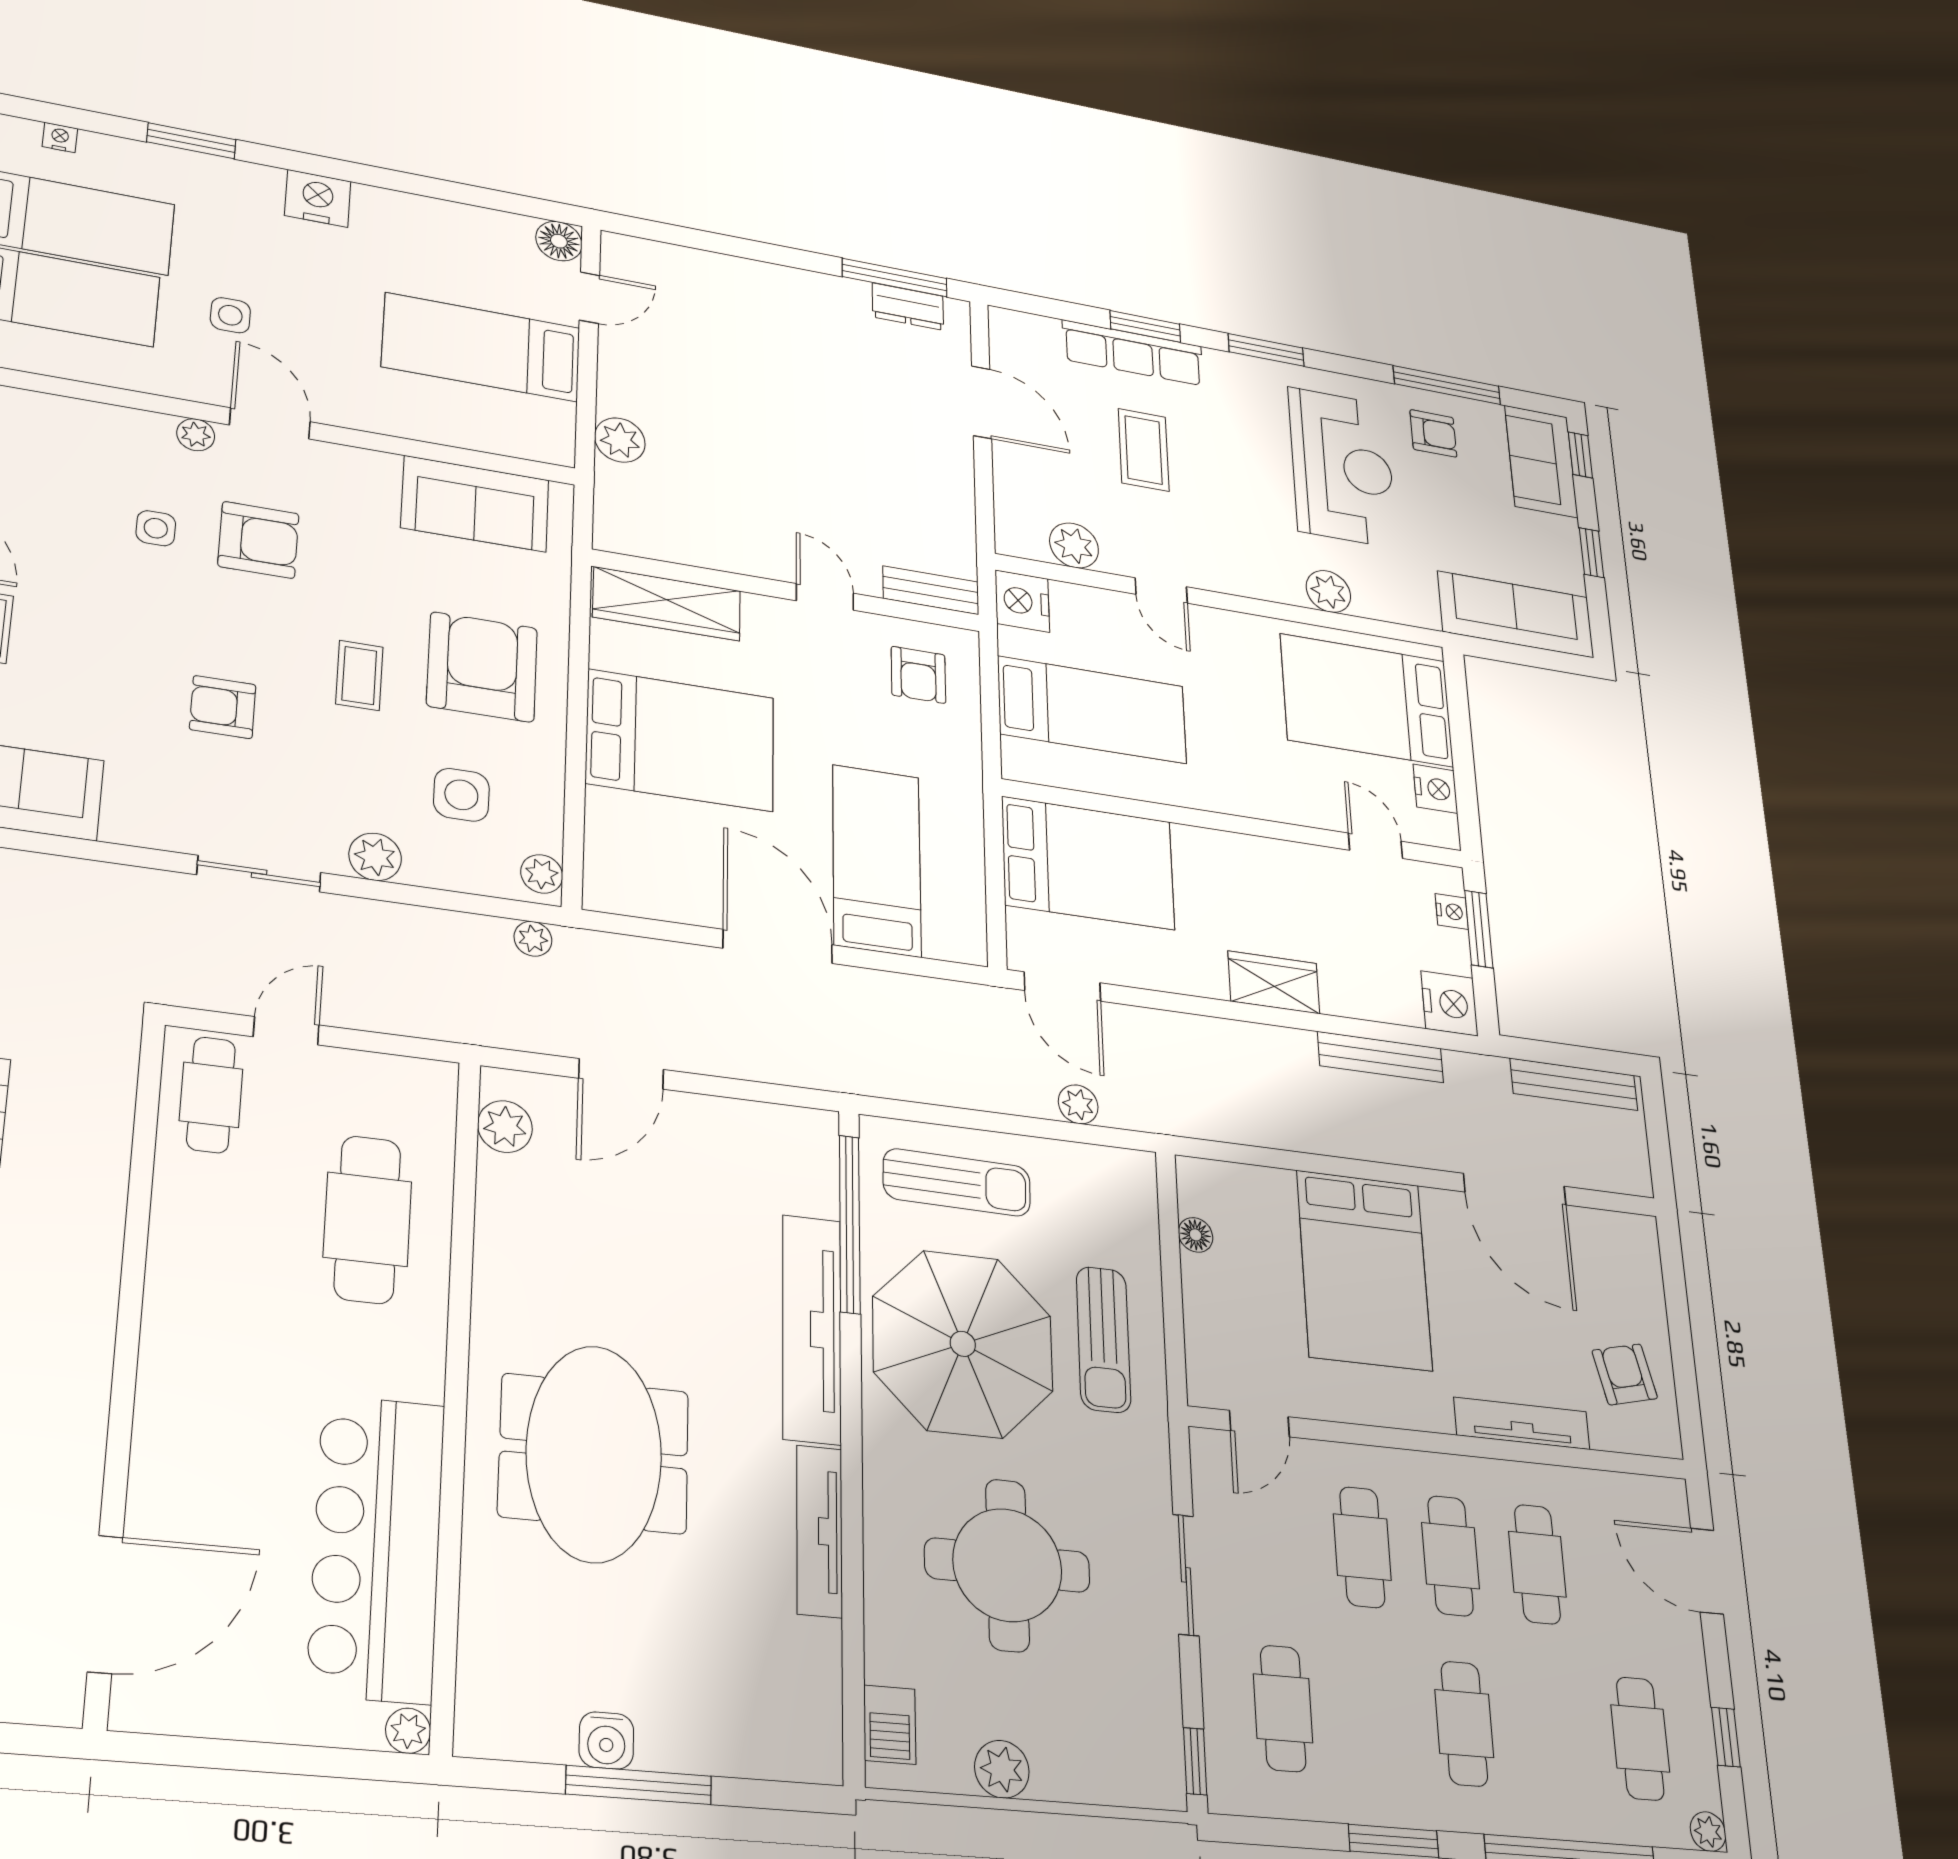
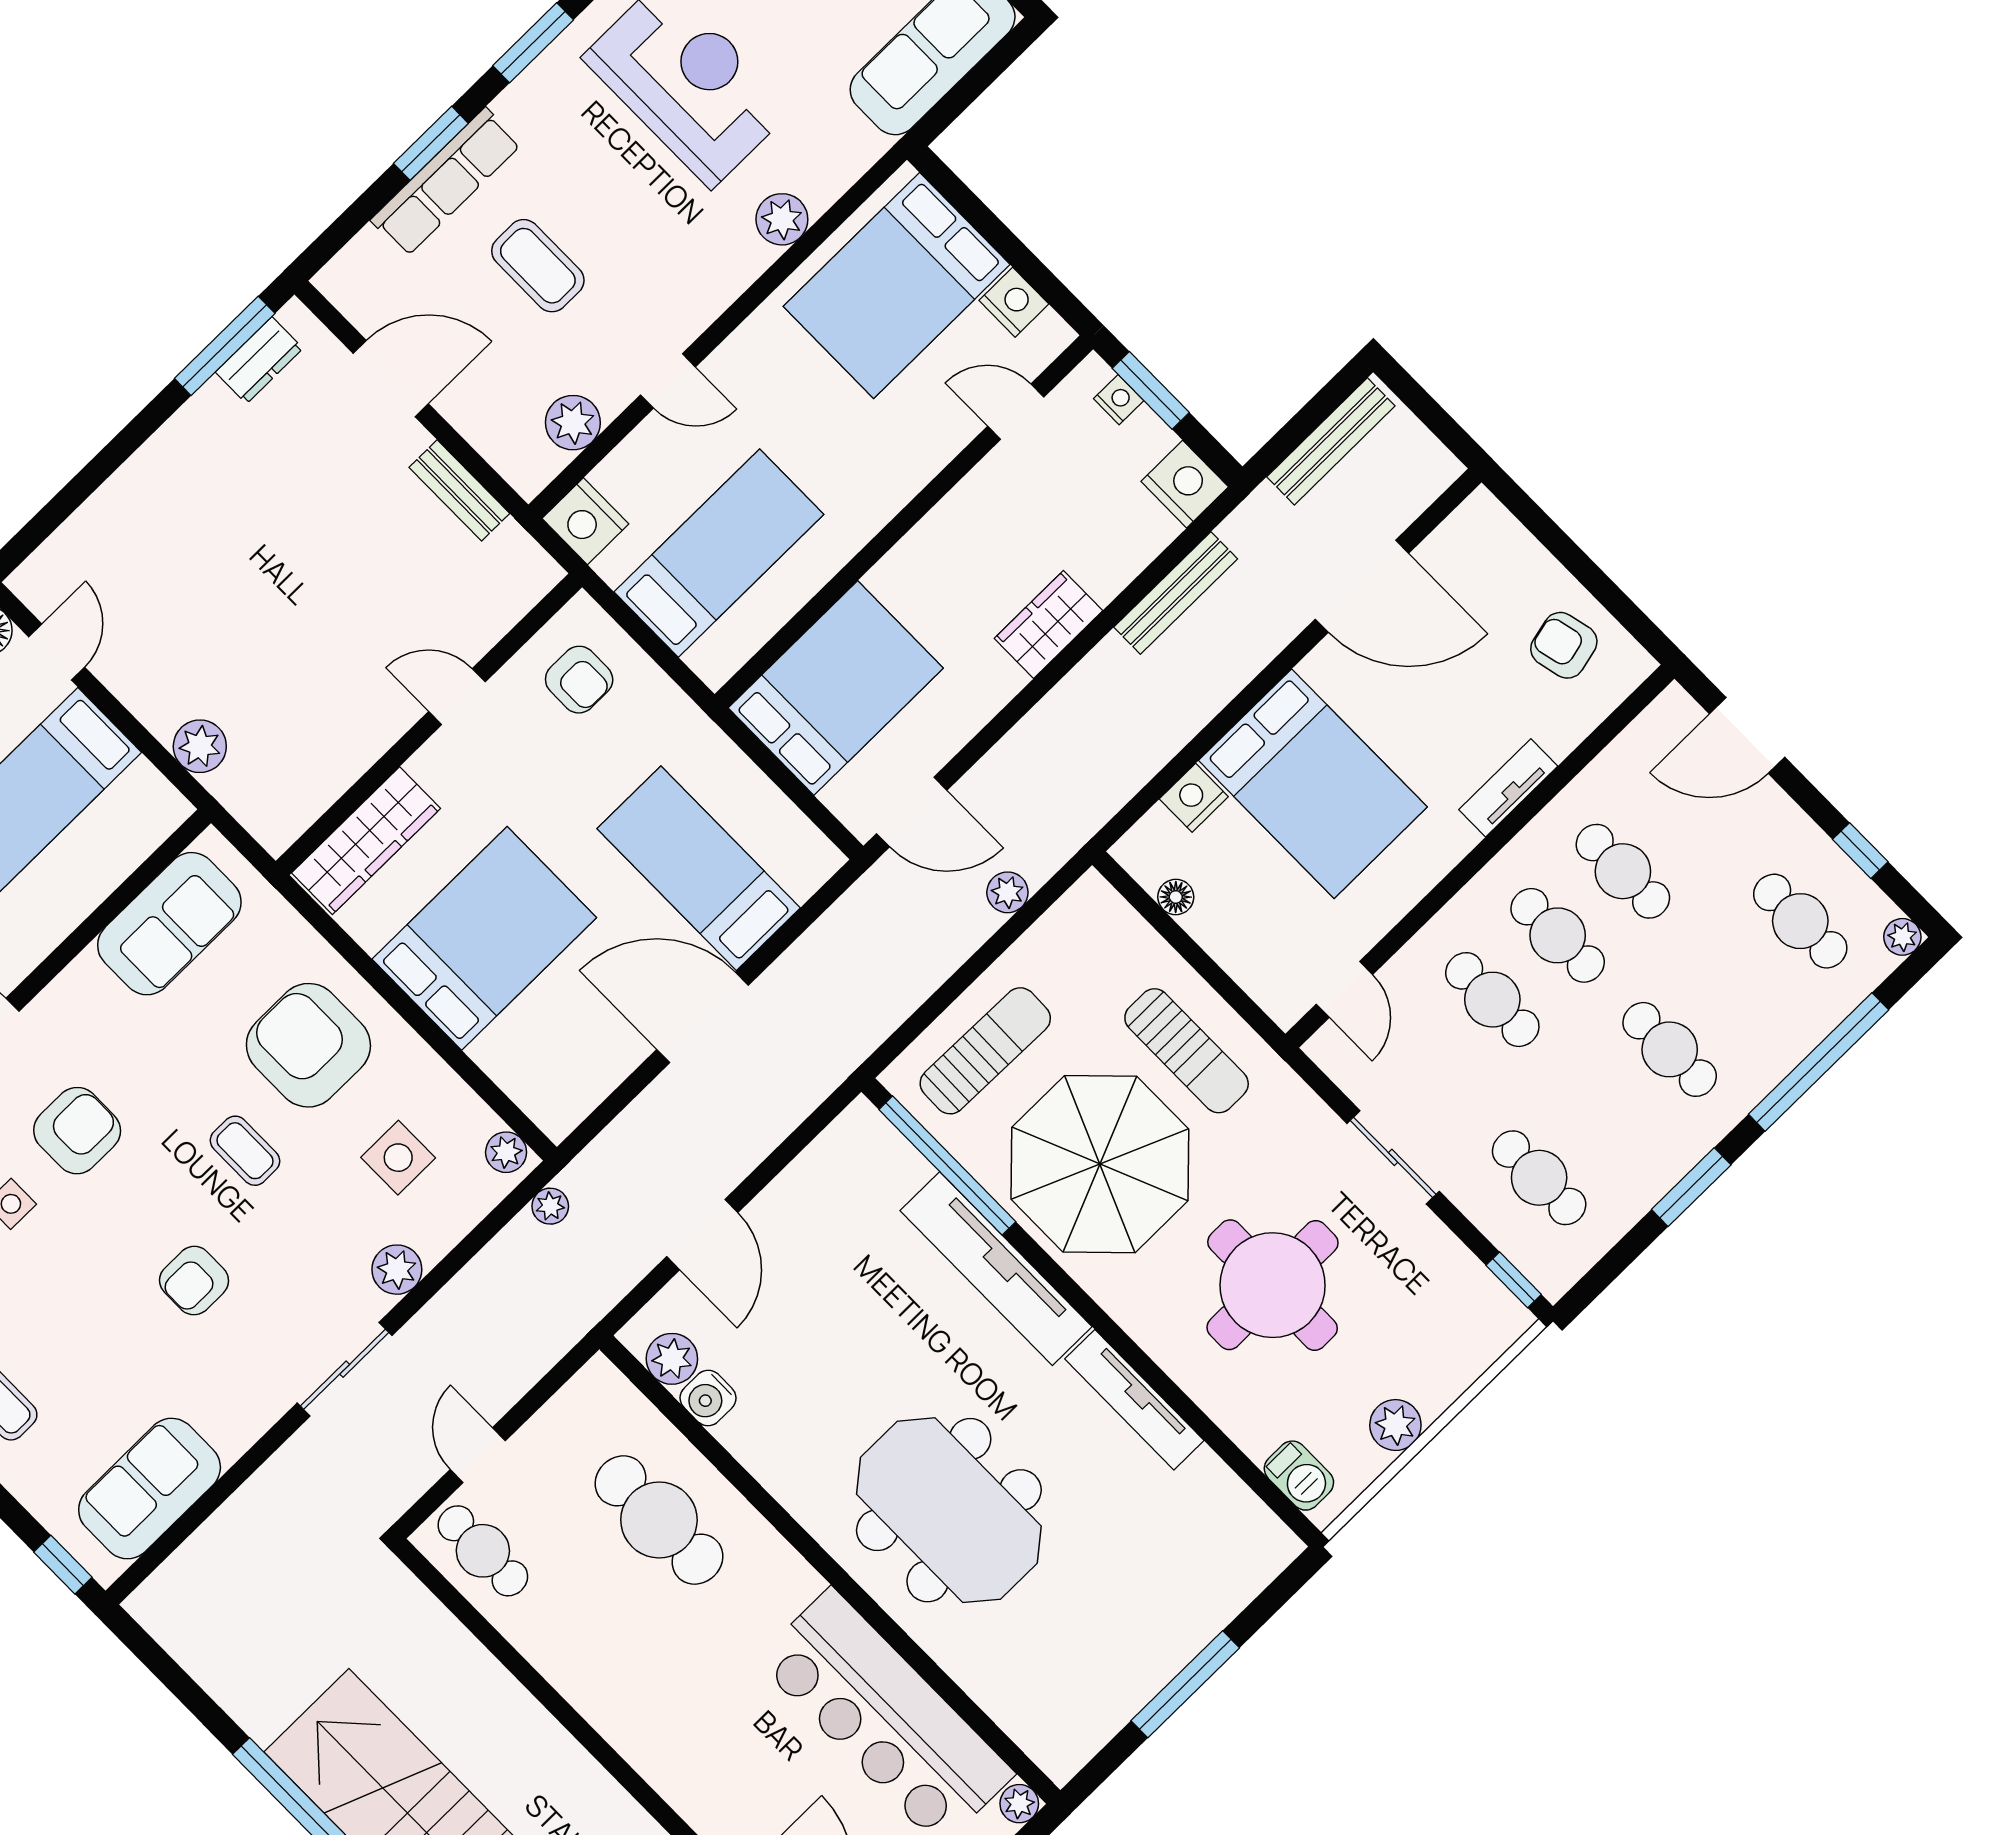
bench: (931, 590) -> (459, 490), moved, turned 90
nightstand: (1271, 1189) -> (1194, 798), added
tv unit: (1522, 1423) -> (1508, 788), width x0.71
water cooler: (606, 1740) -> (708, 1398), moved, turned 90

